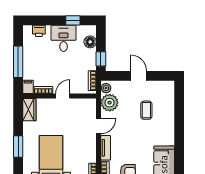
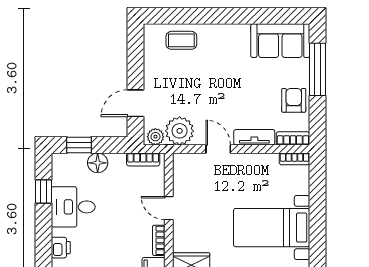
floor lamp: (90, 42) -> (98, 163), moved
window: (101, 59) -> (79, 145), moved
door: (139, 76) -> (135, 103), moved
coffee table: (146, 110) -> (181, 40), moved

